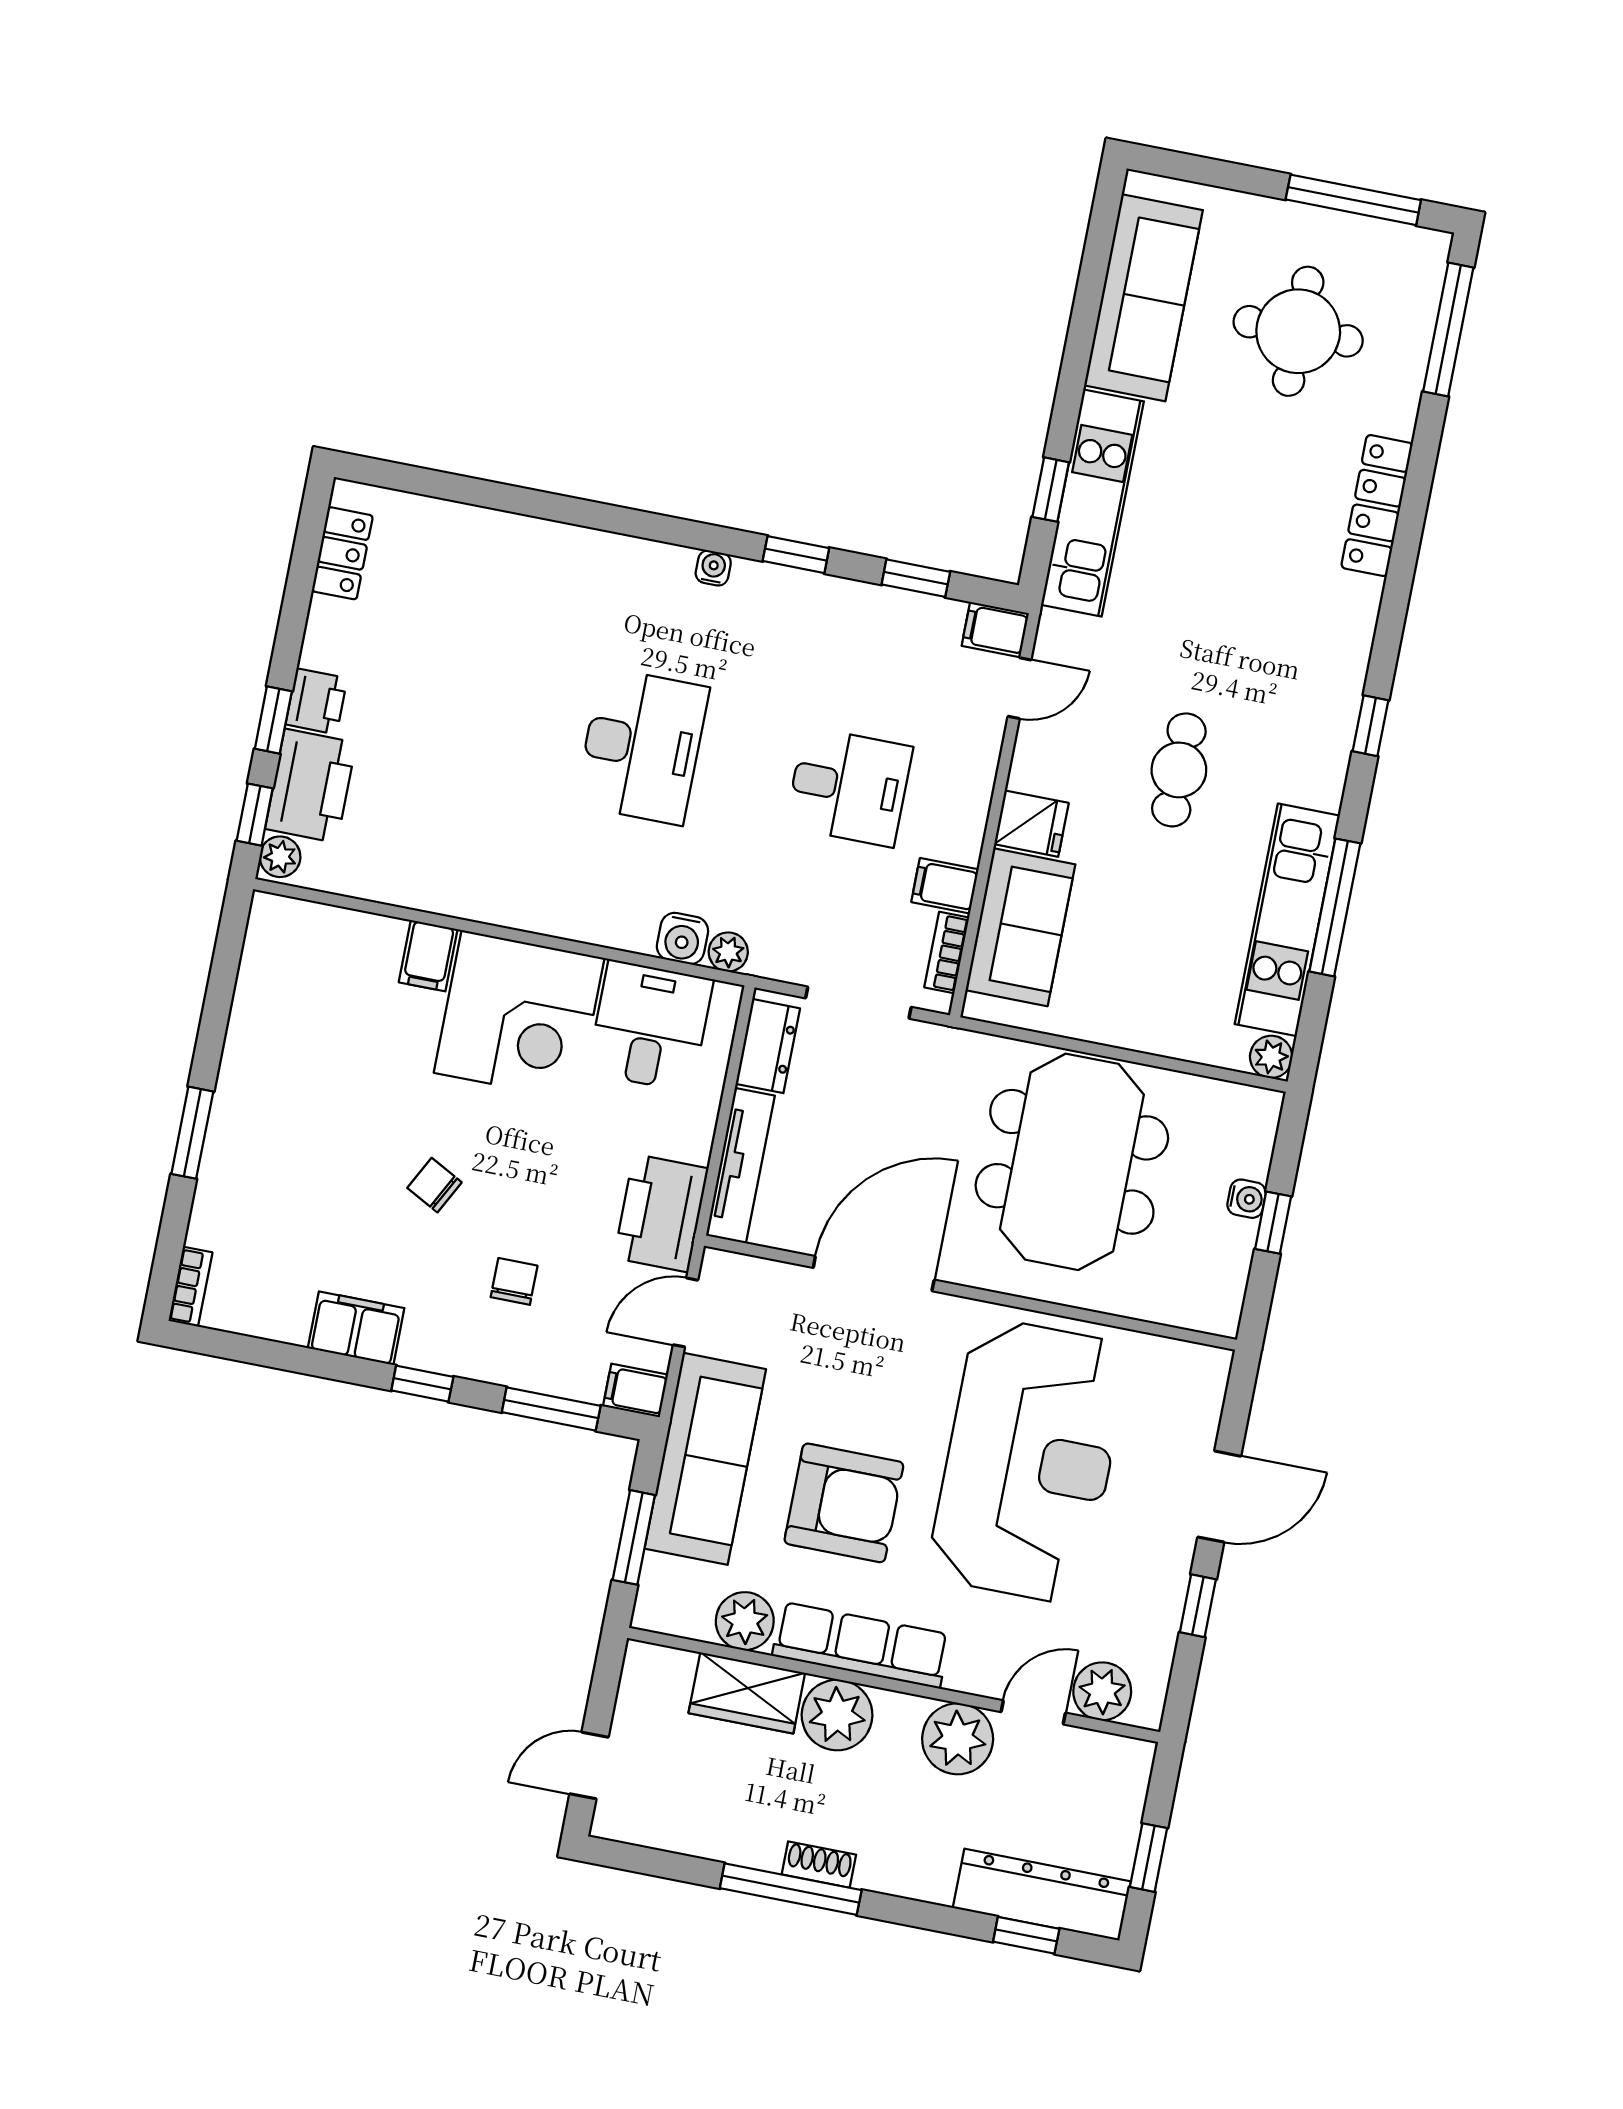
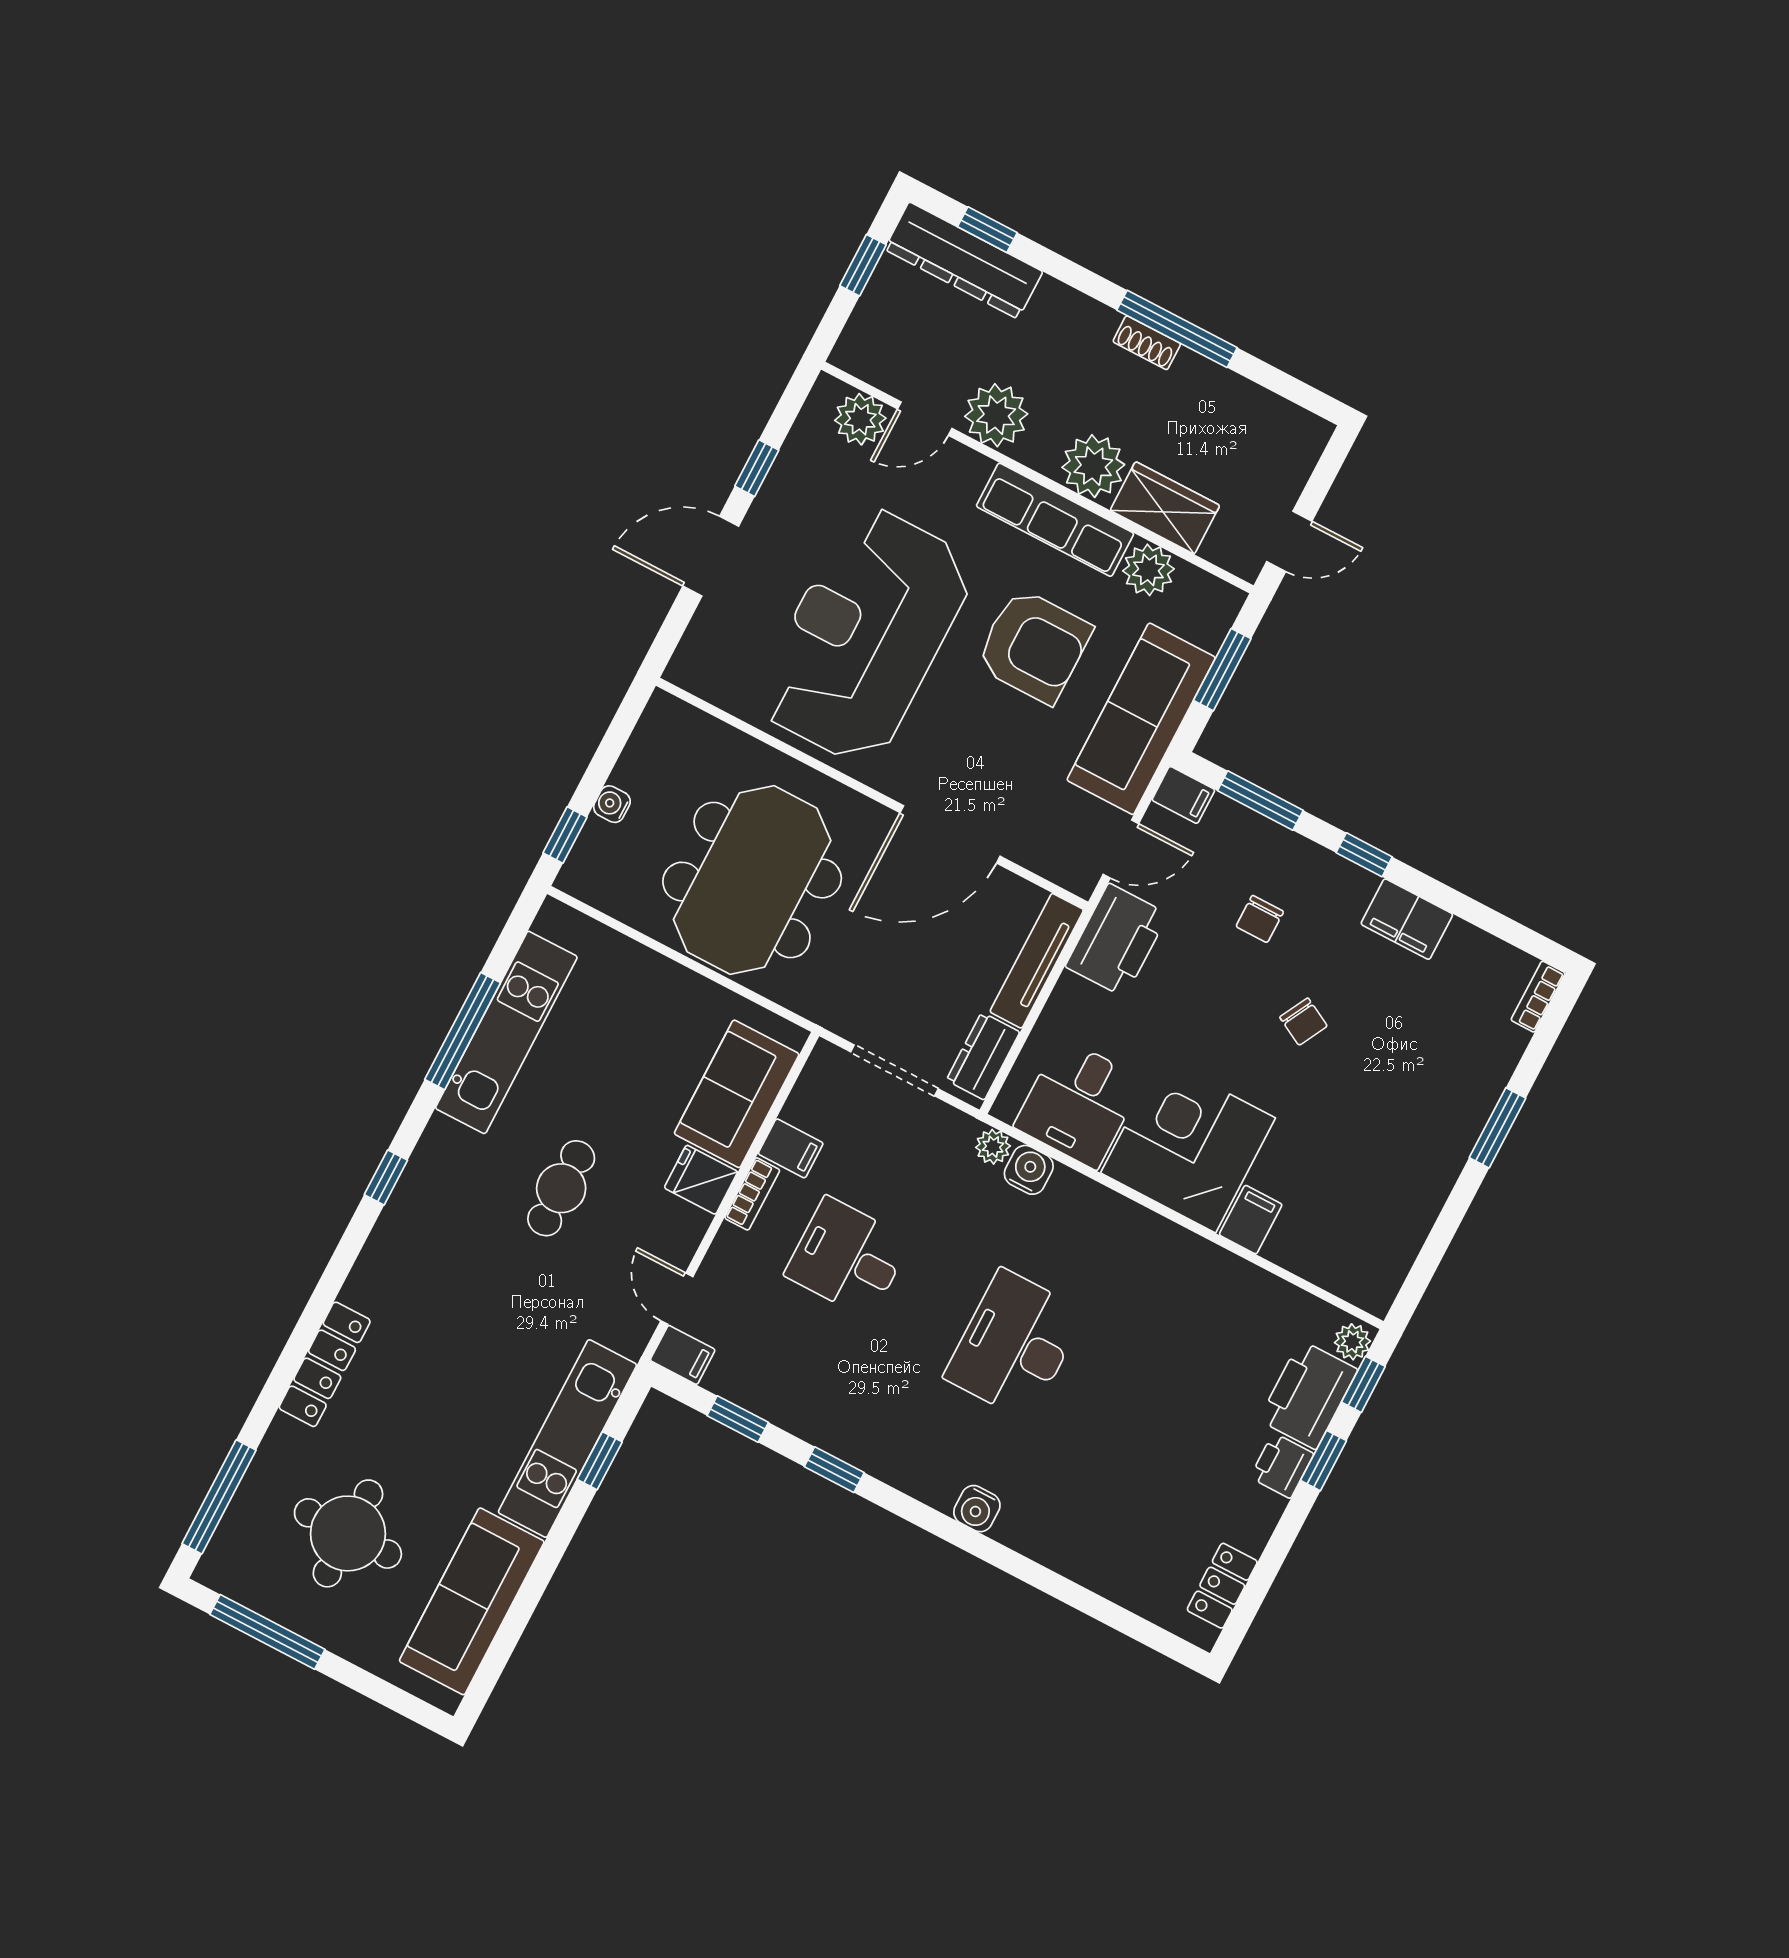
water cooler: (713, 568) -> (977, 1509), moved, width x1.38, depth x1.38
door: (1020, 688) -> (677, 1299), hinge flipped
bookcase: (947, 952) -> (752, 1194), moved
plant: (1271, 1057) -> (555, 919), removed
window: (1273, 1223) -> (565, 835), moved
armchair: (844, 1503) -> (1034, 646), turned 180
door: (589, 1766) -> (1289, 541), moved

